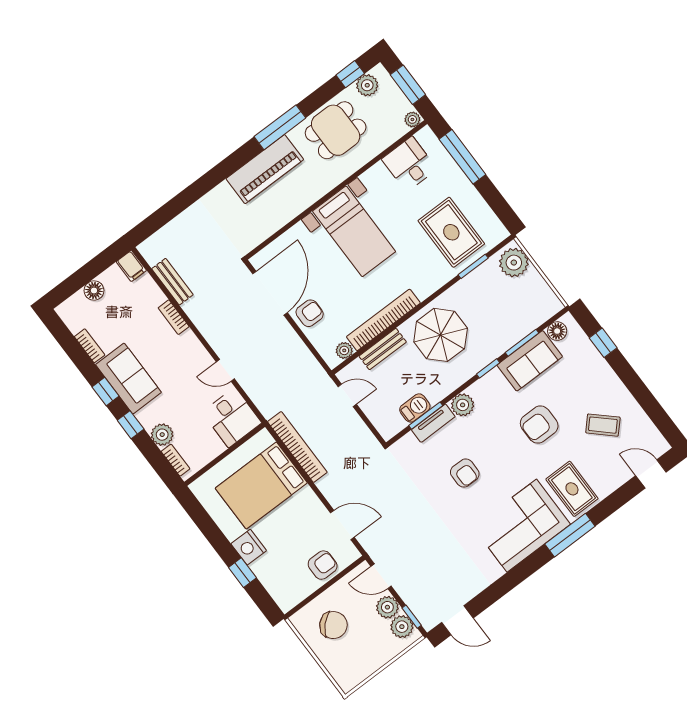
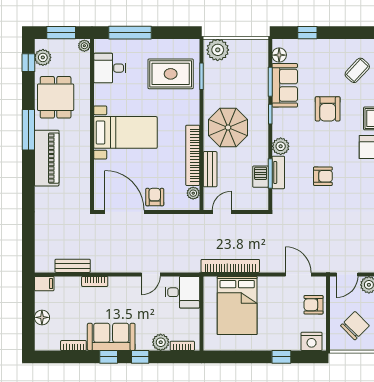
door: (342, 525) -> (298, 274), hinge flipped
nightstand: (249, 547) -> (312, 341), moved
armchair: (323, 565) -> (314, 305), turned -90

